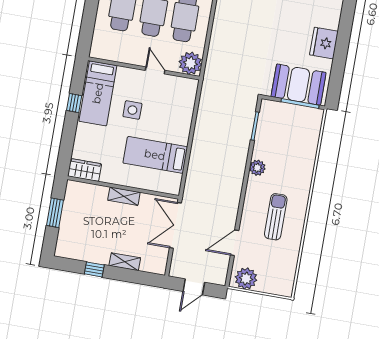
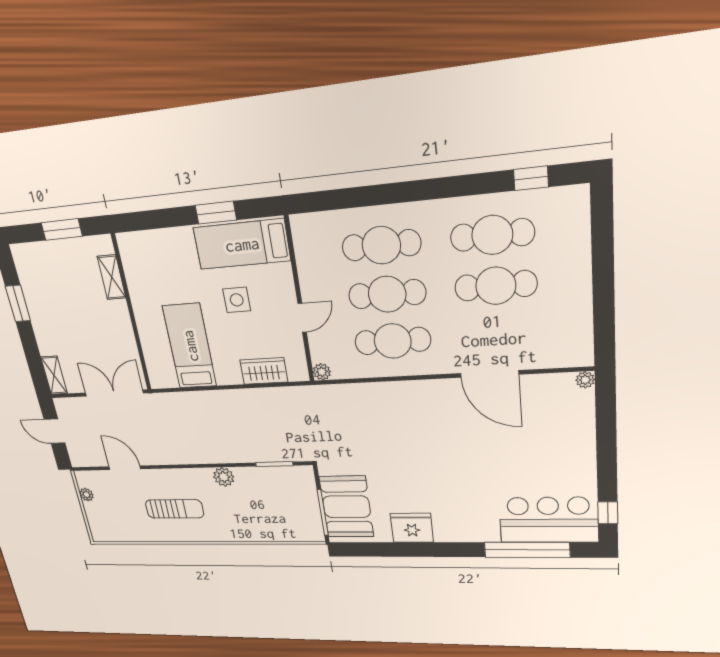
plant: (190, 63) -> (322, 372), width x0.53, depth x0.53
window: (74, 103) -> (216, 213), width x1.50
wardrobe: (85, 170) -> (264, 371), moved, turned -90
shelving: (124, 196) -> (112, 277), moved
shelving: (125, 262) -> (54, 375), moved
window: (94, 269) -> (18, 303), width x1.50
plant: (246, 279) -> (86, 495), width x0.53, depth x0.53

